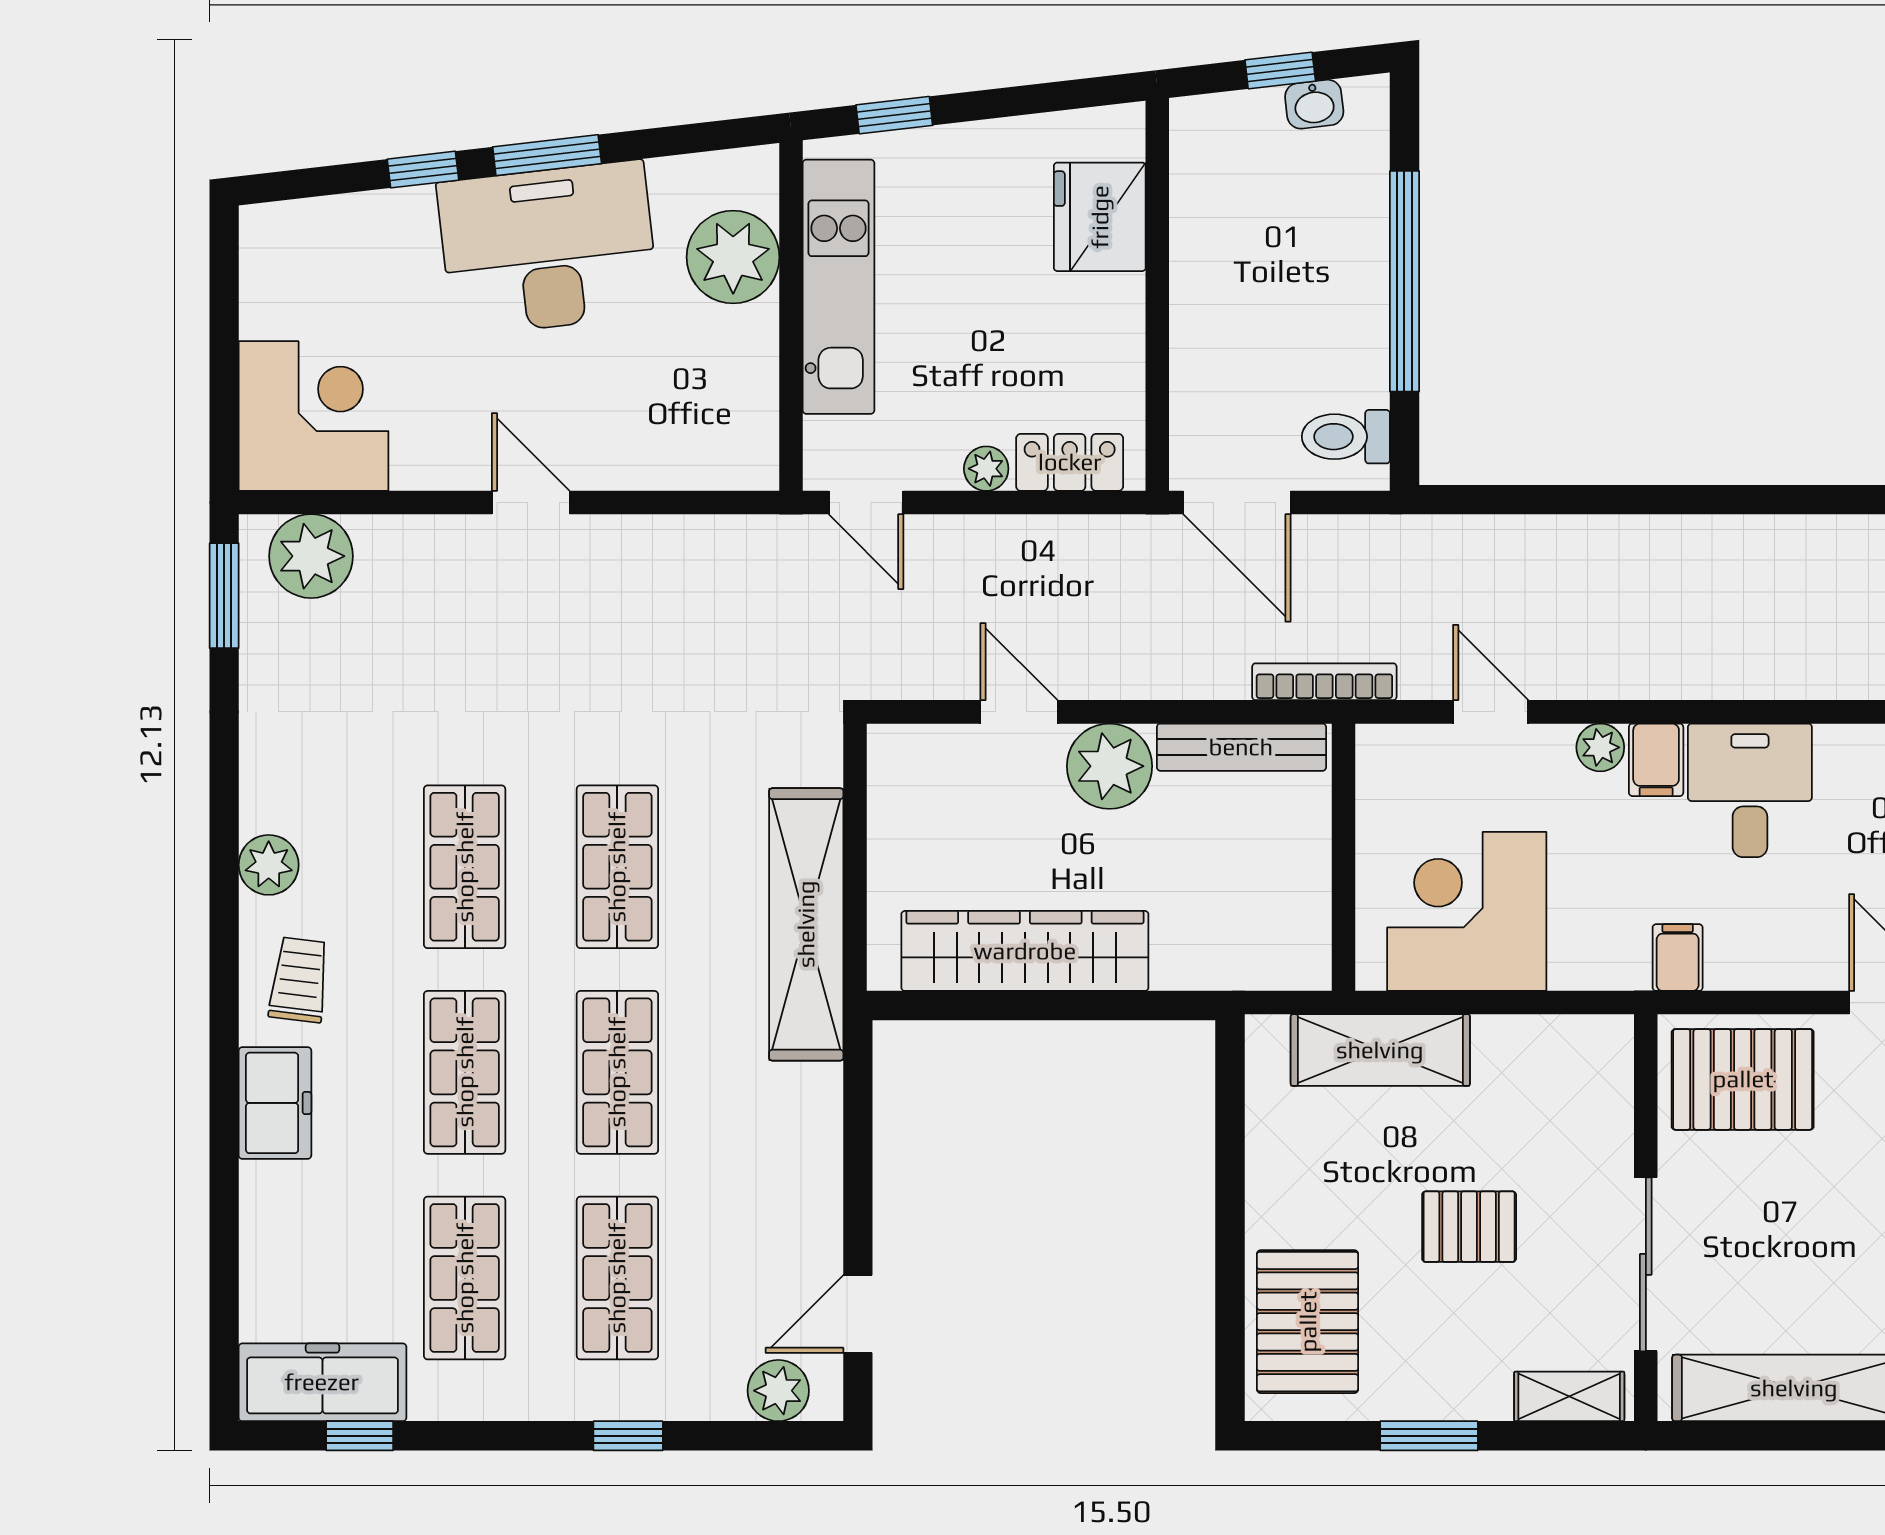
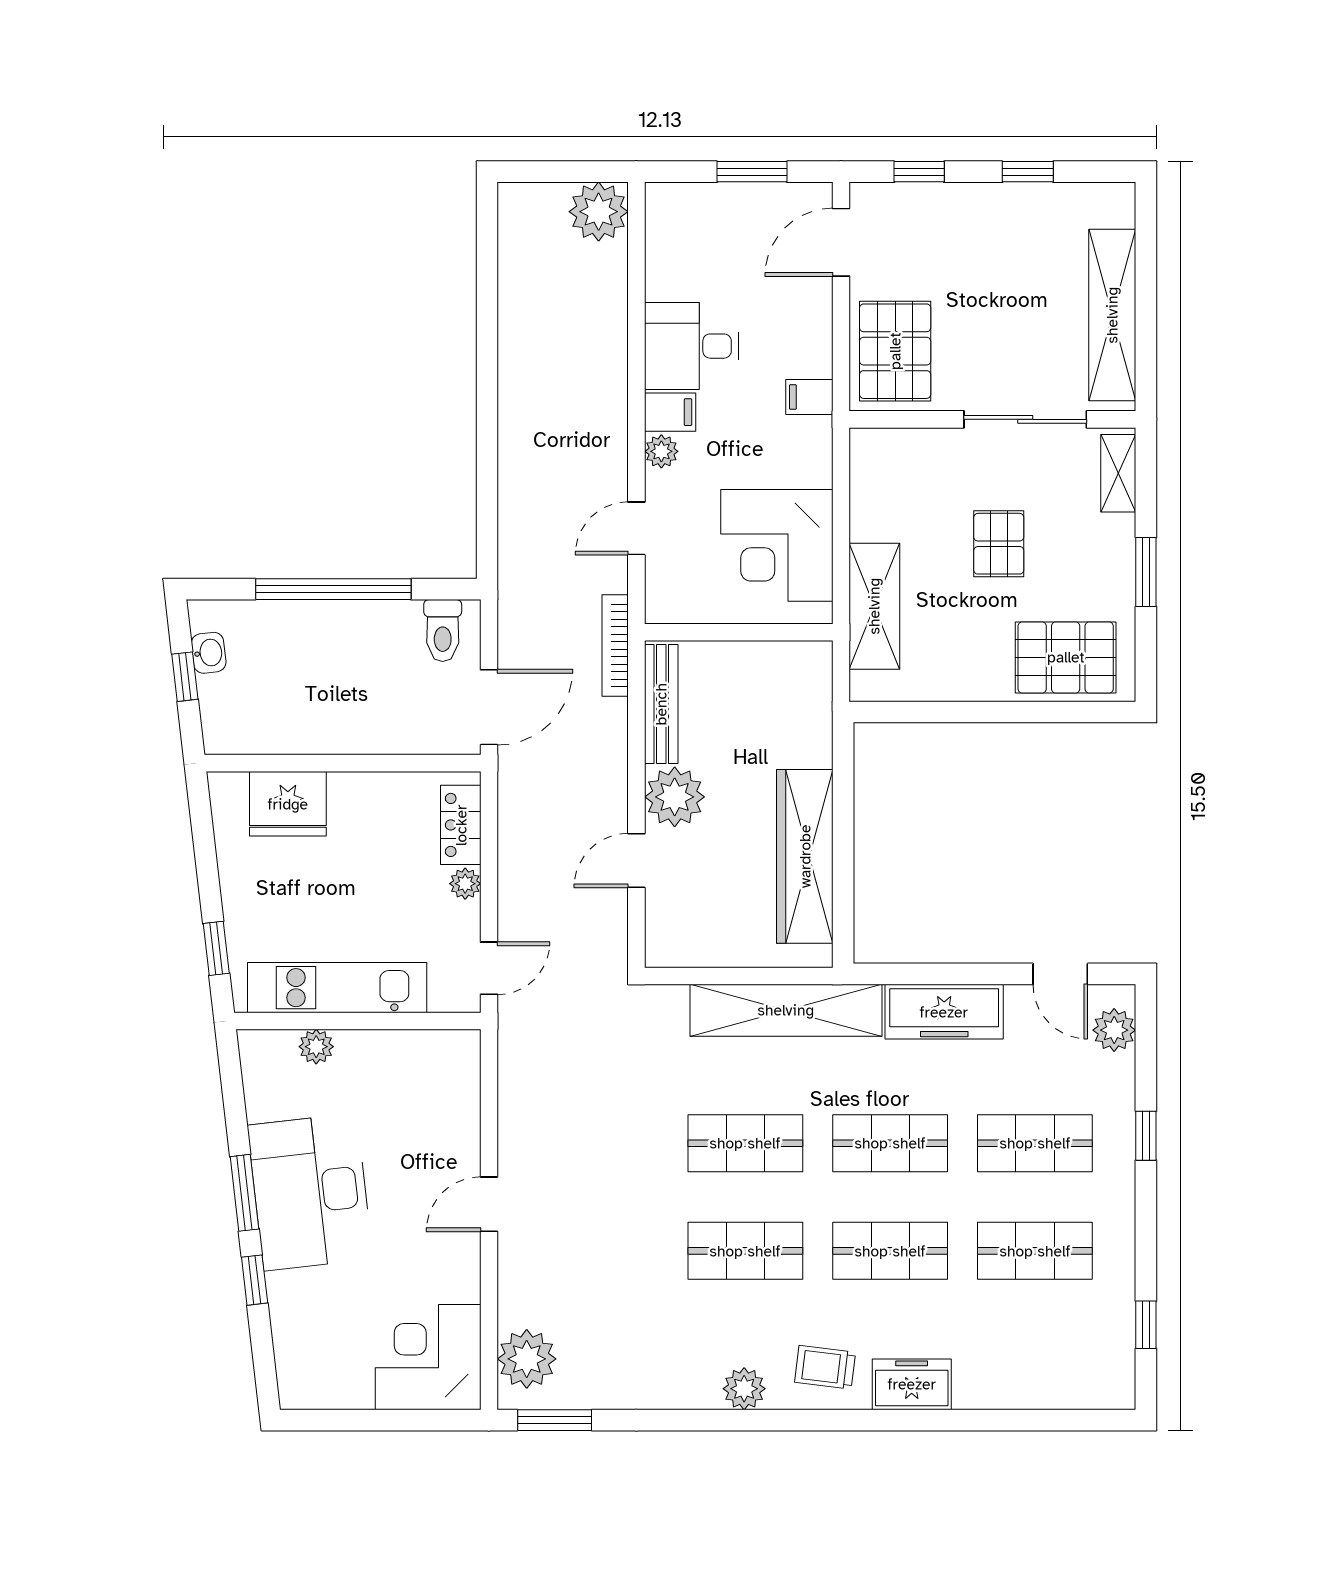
plant: (733, 257) -> (316, 1047), width x0.53, depth x0.53
freezer: (322, 1382) -> (944, 1012), moved, turned -90

